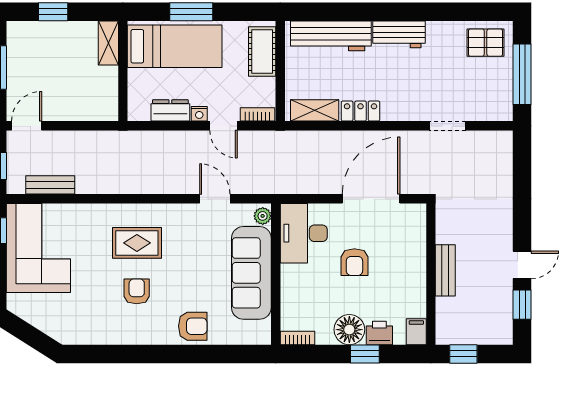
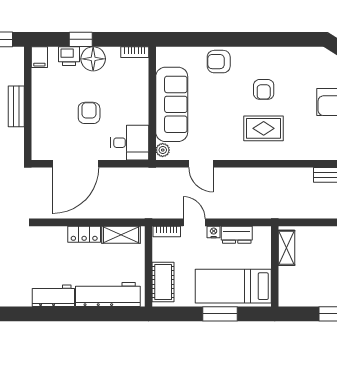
shelving: (108, 43) -> (287, 248), moved
desk: (304, 233) -> (130, 143), width x0.73

